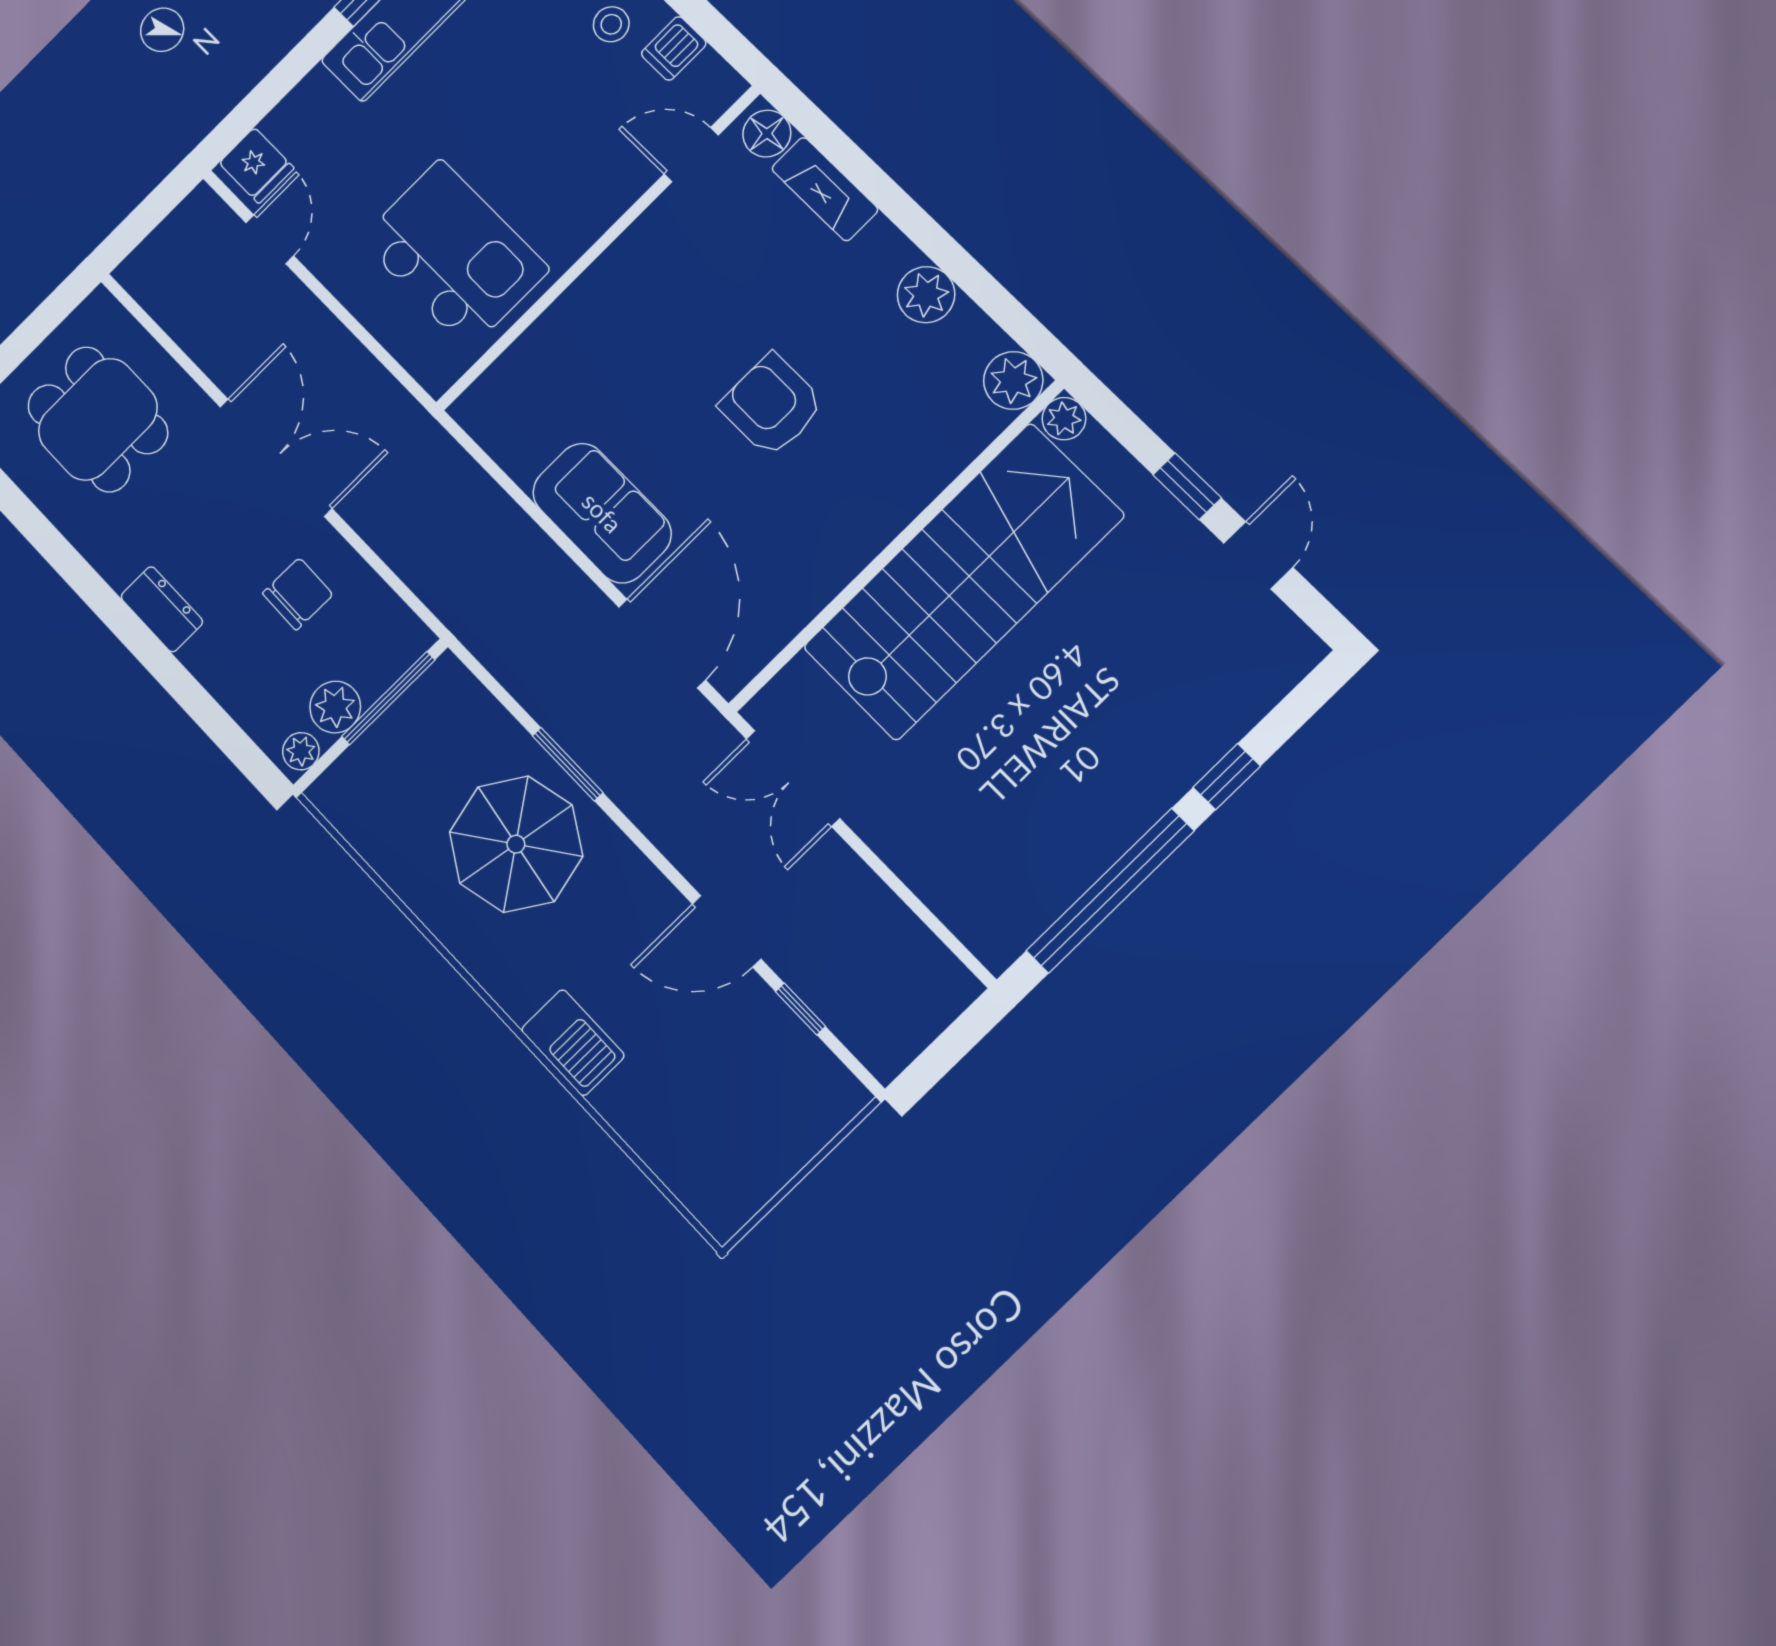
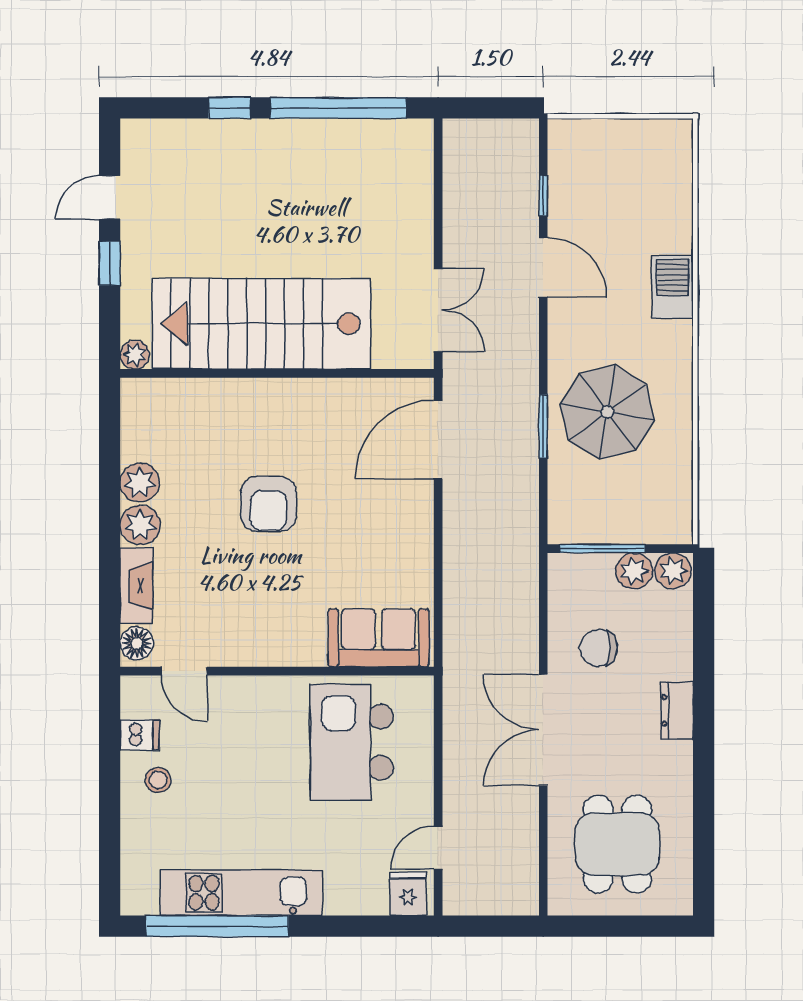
plant: (1013, 380) -> (140, 525), moved
sofa: (602, 513) -> (378, 638), moved, turned 90
plant: (301, 751) -> (673, 571), width x1.38, depth x1.38

